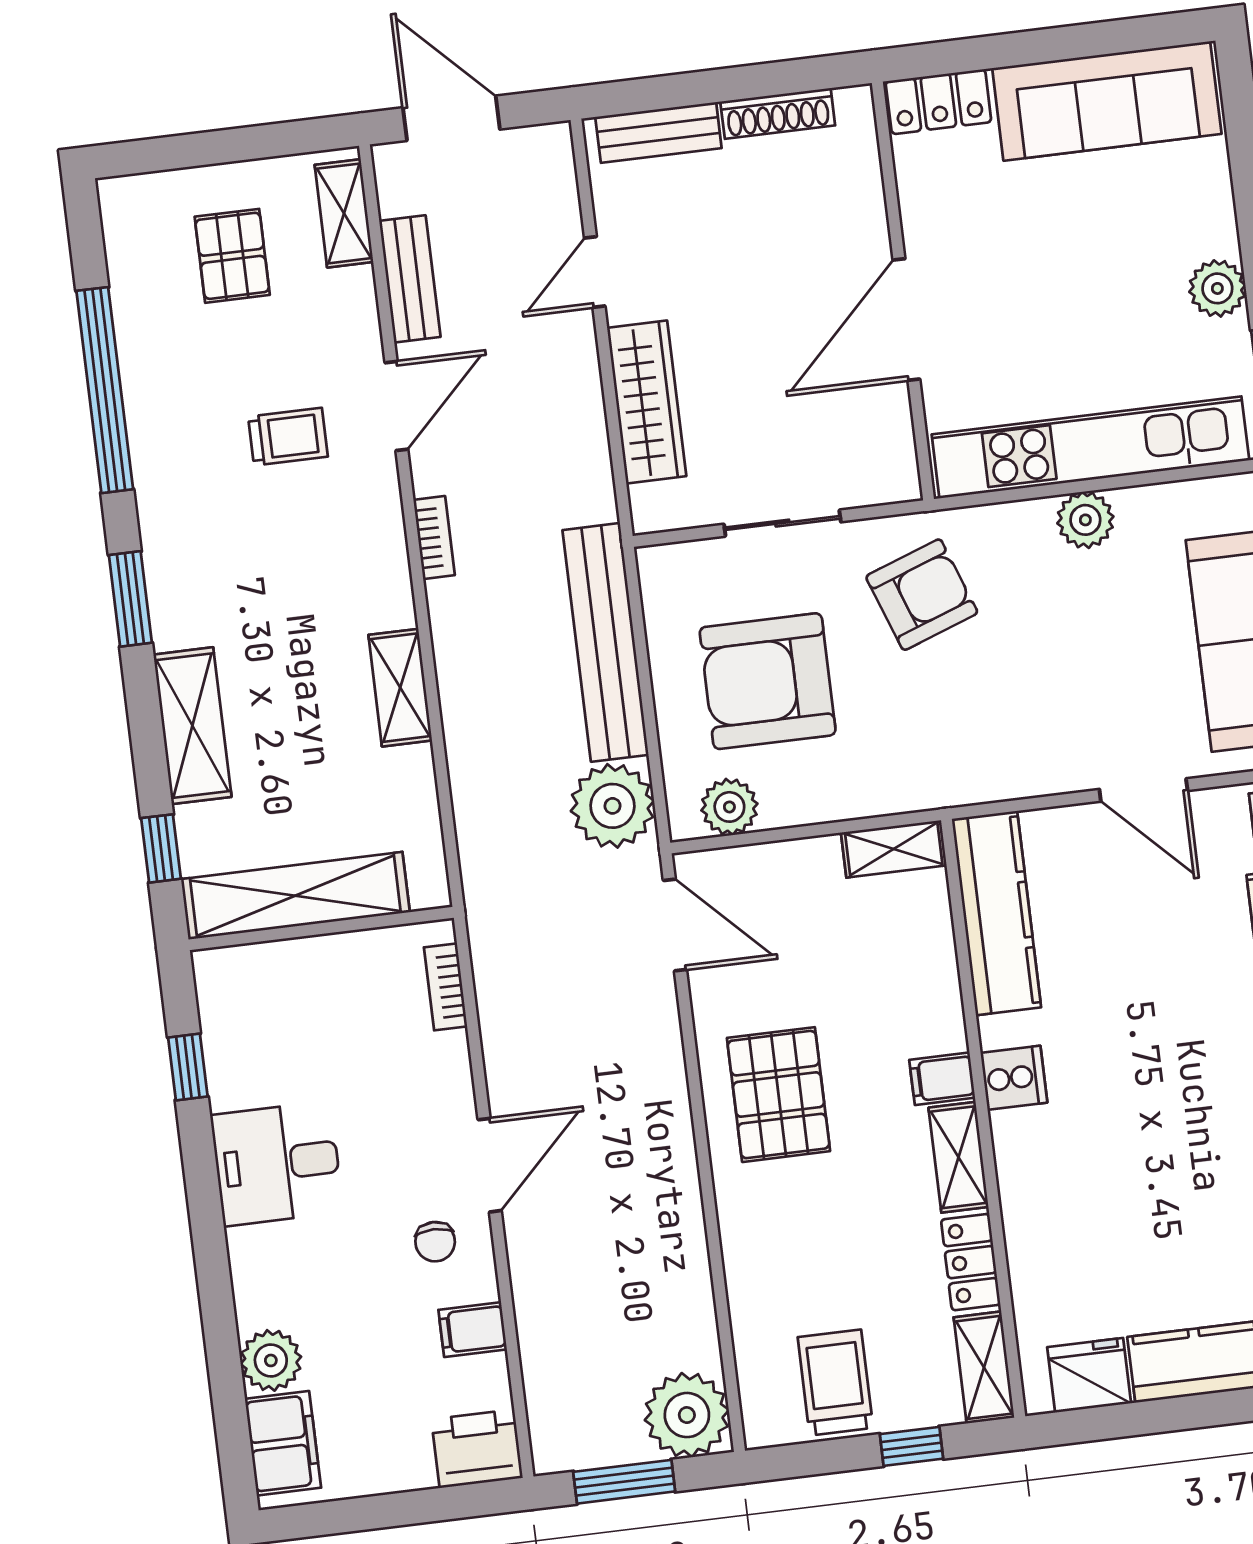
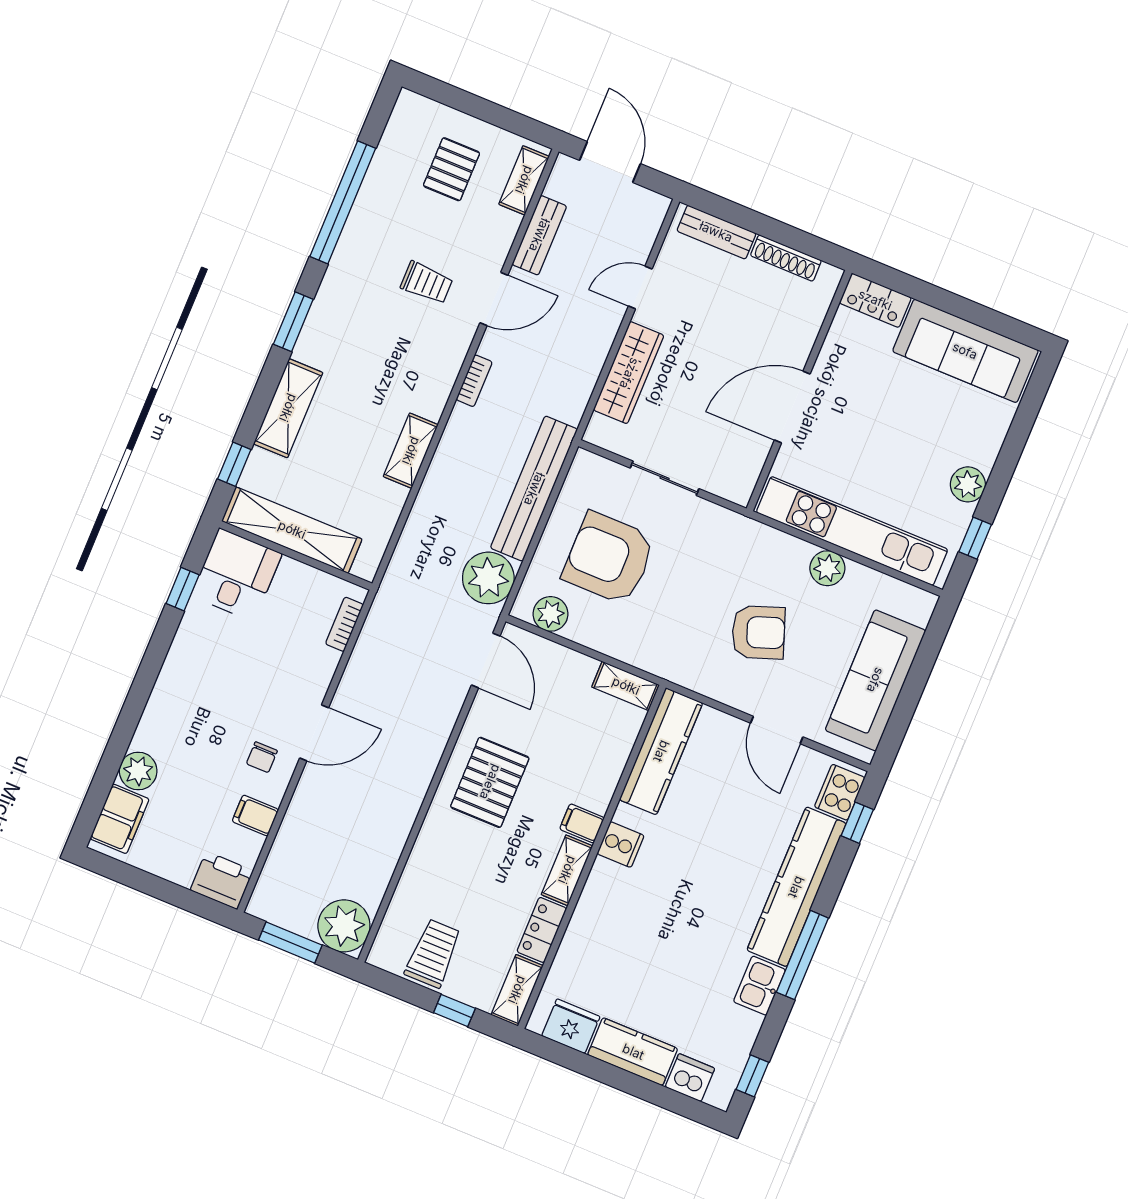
armchair: (922, 595) -> (758, 632), moved
desk: (277, 1164) -> (236, 575), moved, turned 90

